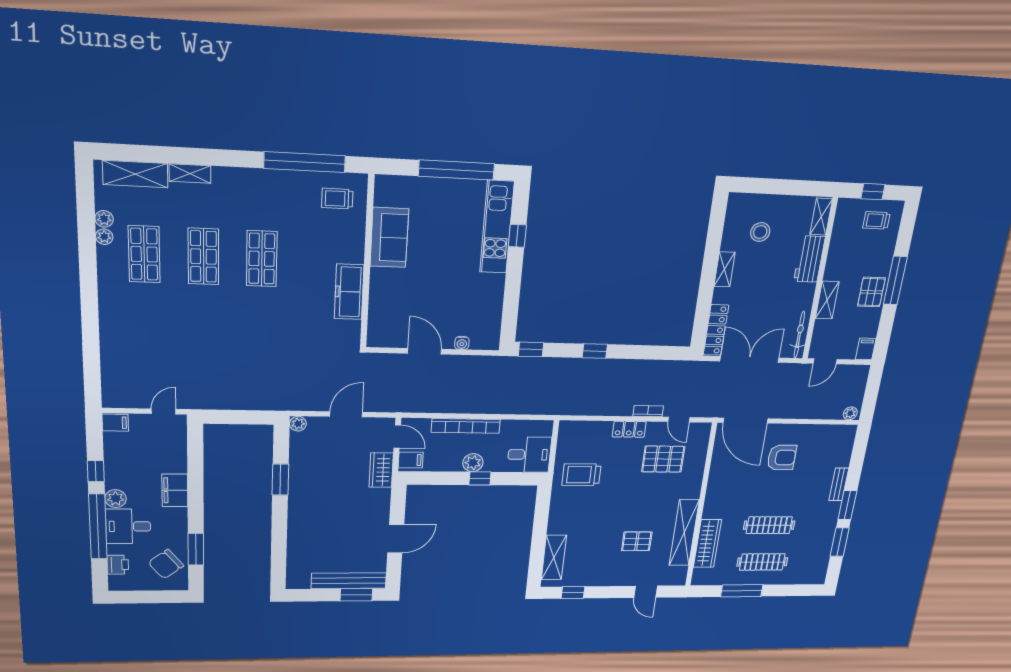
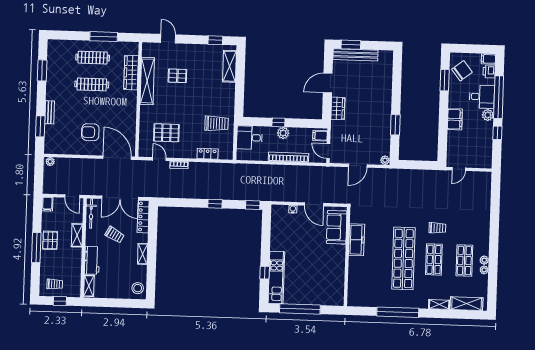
window: (305, 162) -> (398, 312), moved
trolley: (337, 199) -> (437, 228), moved
plant: (104, 219) -> (484, 260), moved
stool: (760, 232) -> (138, 288), moved
sofa: (389, 237) -> (337, 227), moved
shop shelf: (262, 259) -> (403, 258), width x2.00, depth x1.36
trolley: (766, 301) -> (115, 235), added
door: (825, 361) -> (72, 196), swing flipped
filing cabinet: (115, 423) -> (488, 59), moved
locker: (629, 429) -> (208, 154), moved
wardrobe: (381, 470) -> (338, 108), moved
window: (847, 505) -> (40, 126), moved

